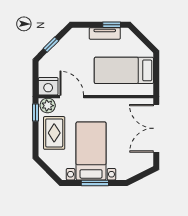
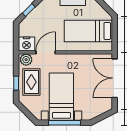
door: (72, 97) -> (46, 52), hinge flipped
window: (35, 113) -> (16, 83), moved
window: (95, 183) -> (65, 123), width x1.44

